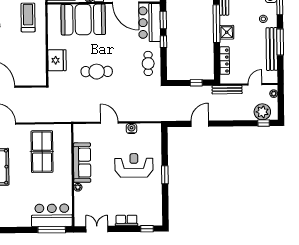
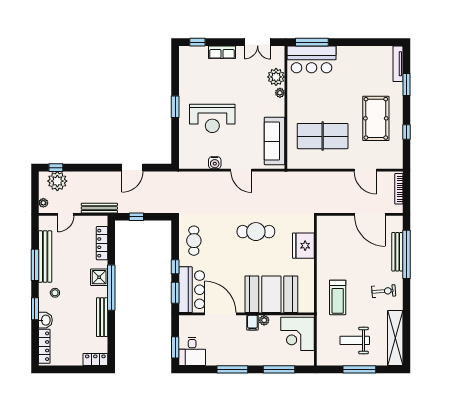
table tennis table: (42, 152) -> (323, 136), turned 90
sofa: (82, 163) -> (275, 141), moved
plant: (81, 200) -> (276, 77), added

